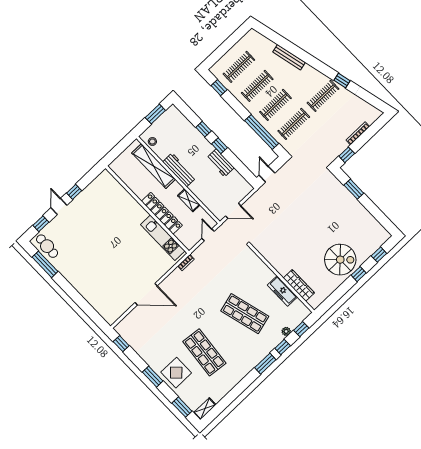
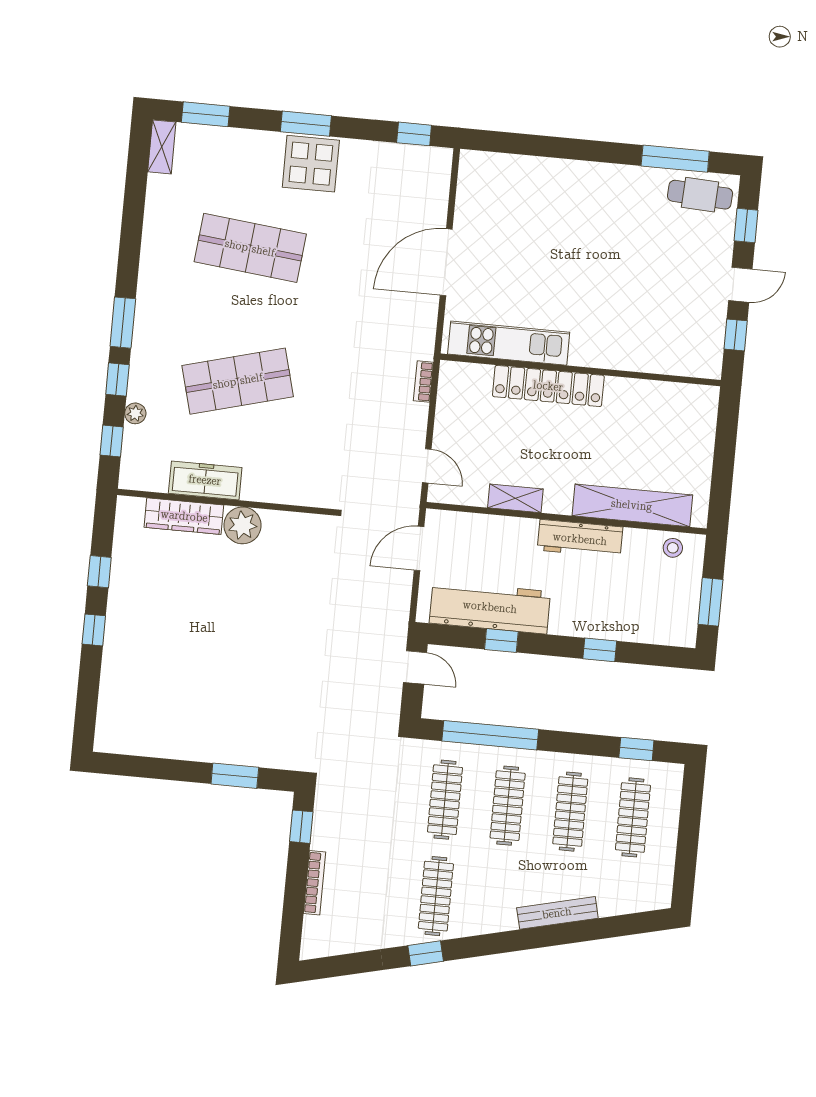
window: (220, 146) -> (501, 641), moved
workbench: (220, 163) -> (490, 607), width x1.88, depth x1.32
door: (59, 206) -> (740, 285), hinge flipped
wall: (147, 210) -> (580, 370), moved
locker: (162, 213) -> (548, 386), moved
kitchen unit: (163, 238) -> (509, 343), moved
window: (379, 255) -> (99, 572), moved
spiral stairs: (340, 260) -> (150, 627), removed
plant: (283, 266) -> (242, 525), added
display table: (176, 373) -> (311, 164), moved

